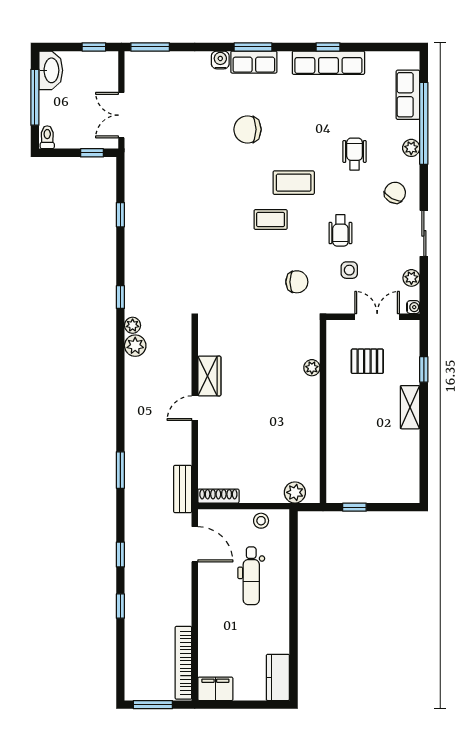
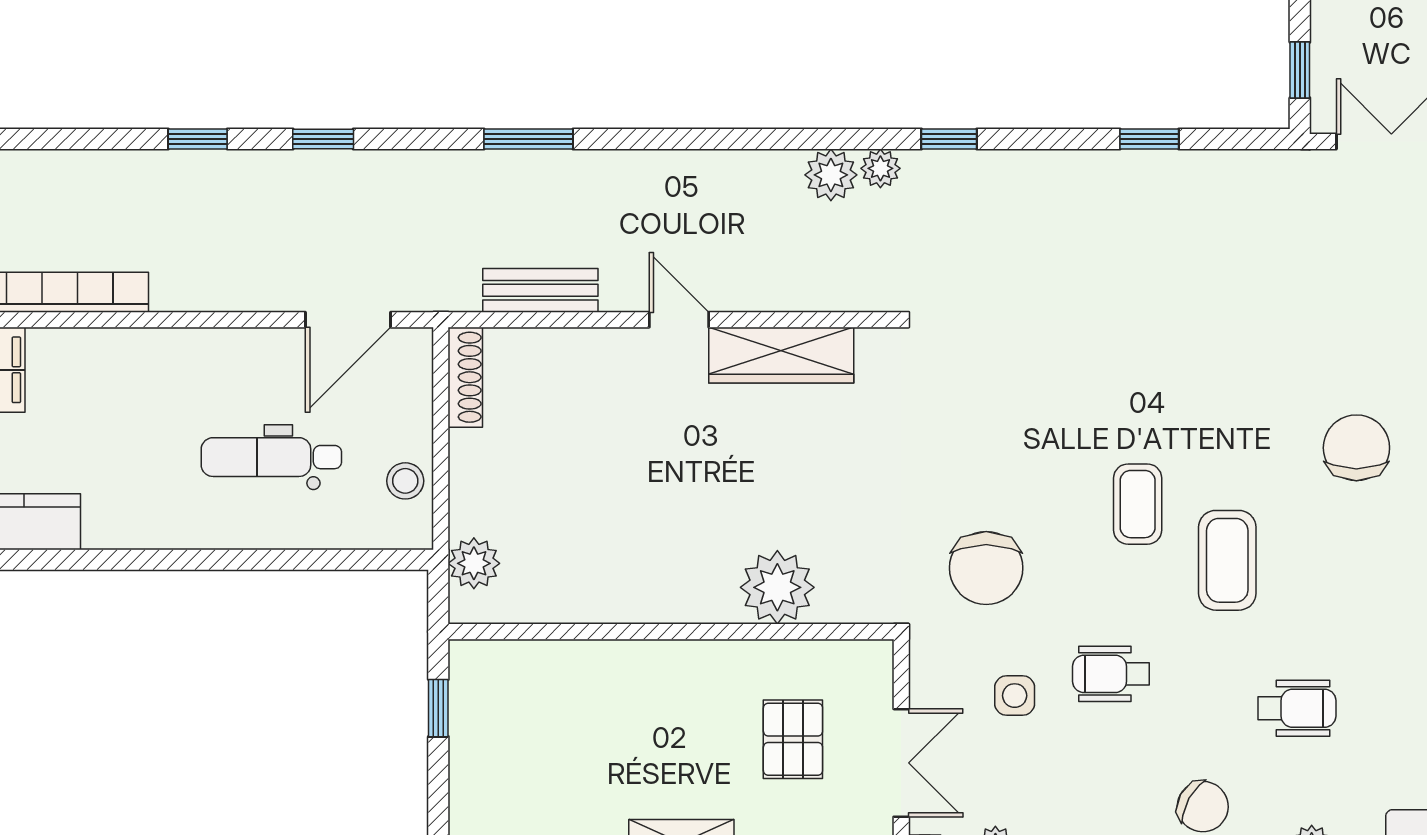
chair: (297, 282) -> (986, 568), width x1.37, depth x1.37
plant: (312, 368) -> (777, 587), width x1.87, depth x1.87
wardrobe: (209, 376) -> (781, 355), width x1.50
bench: (183, 489) -> (540, 290), moved

